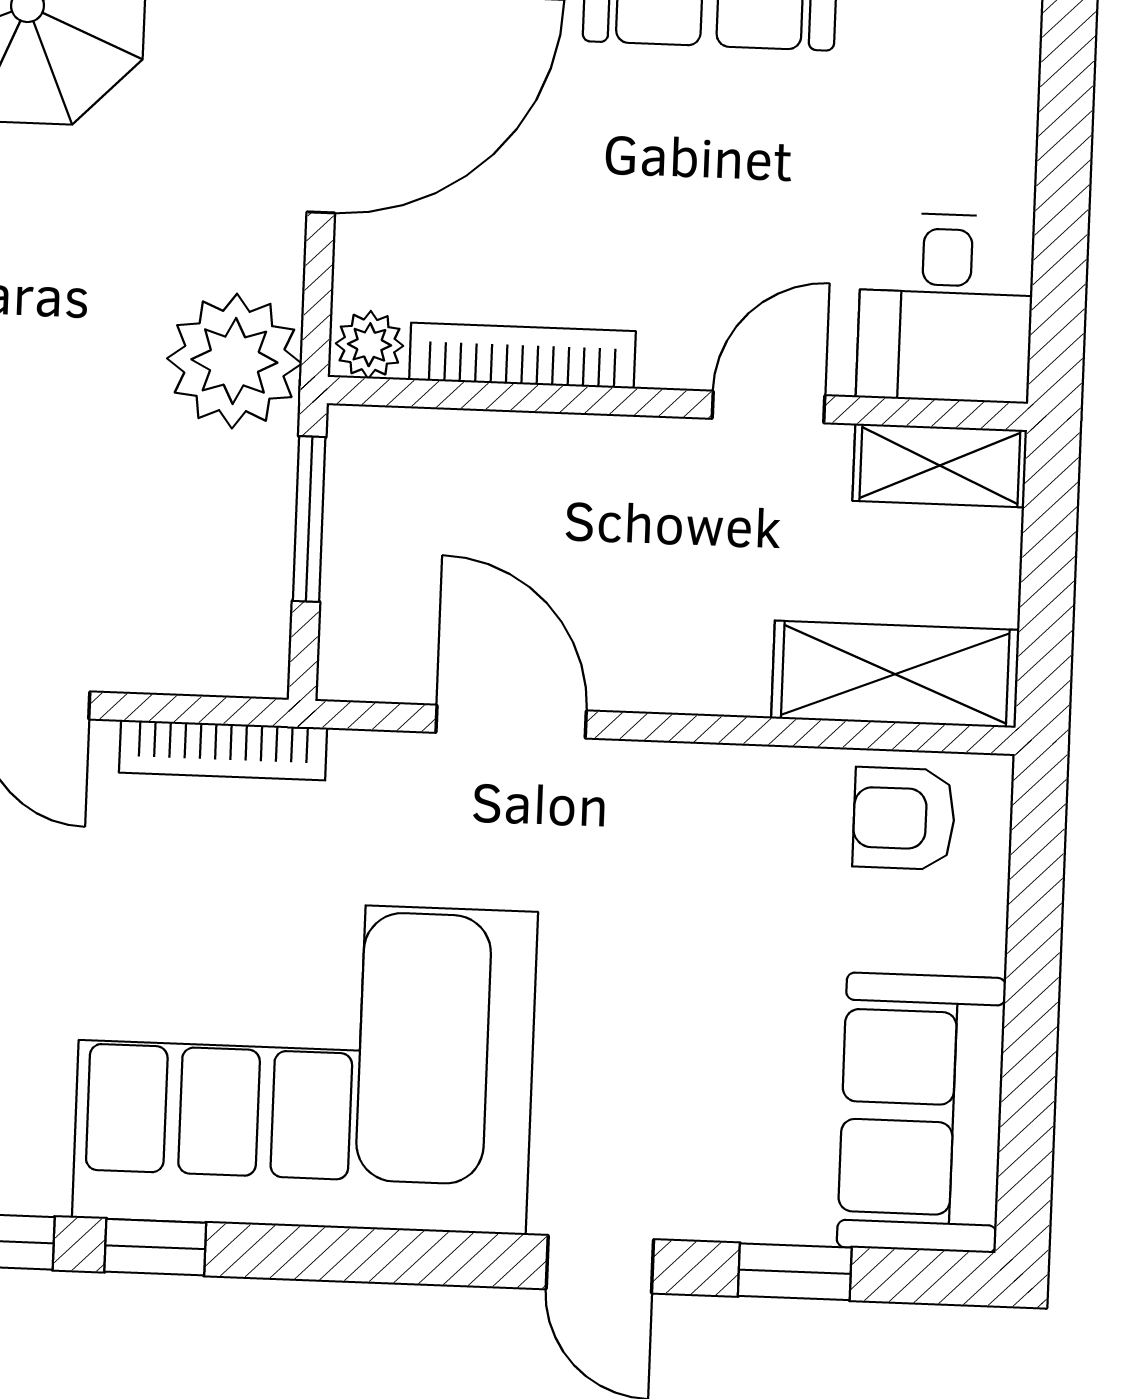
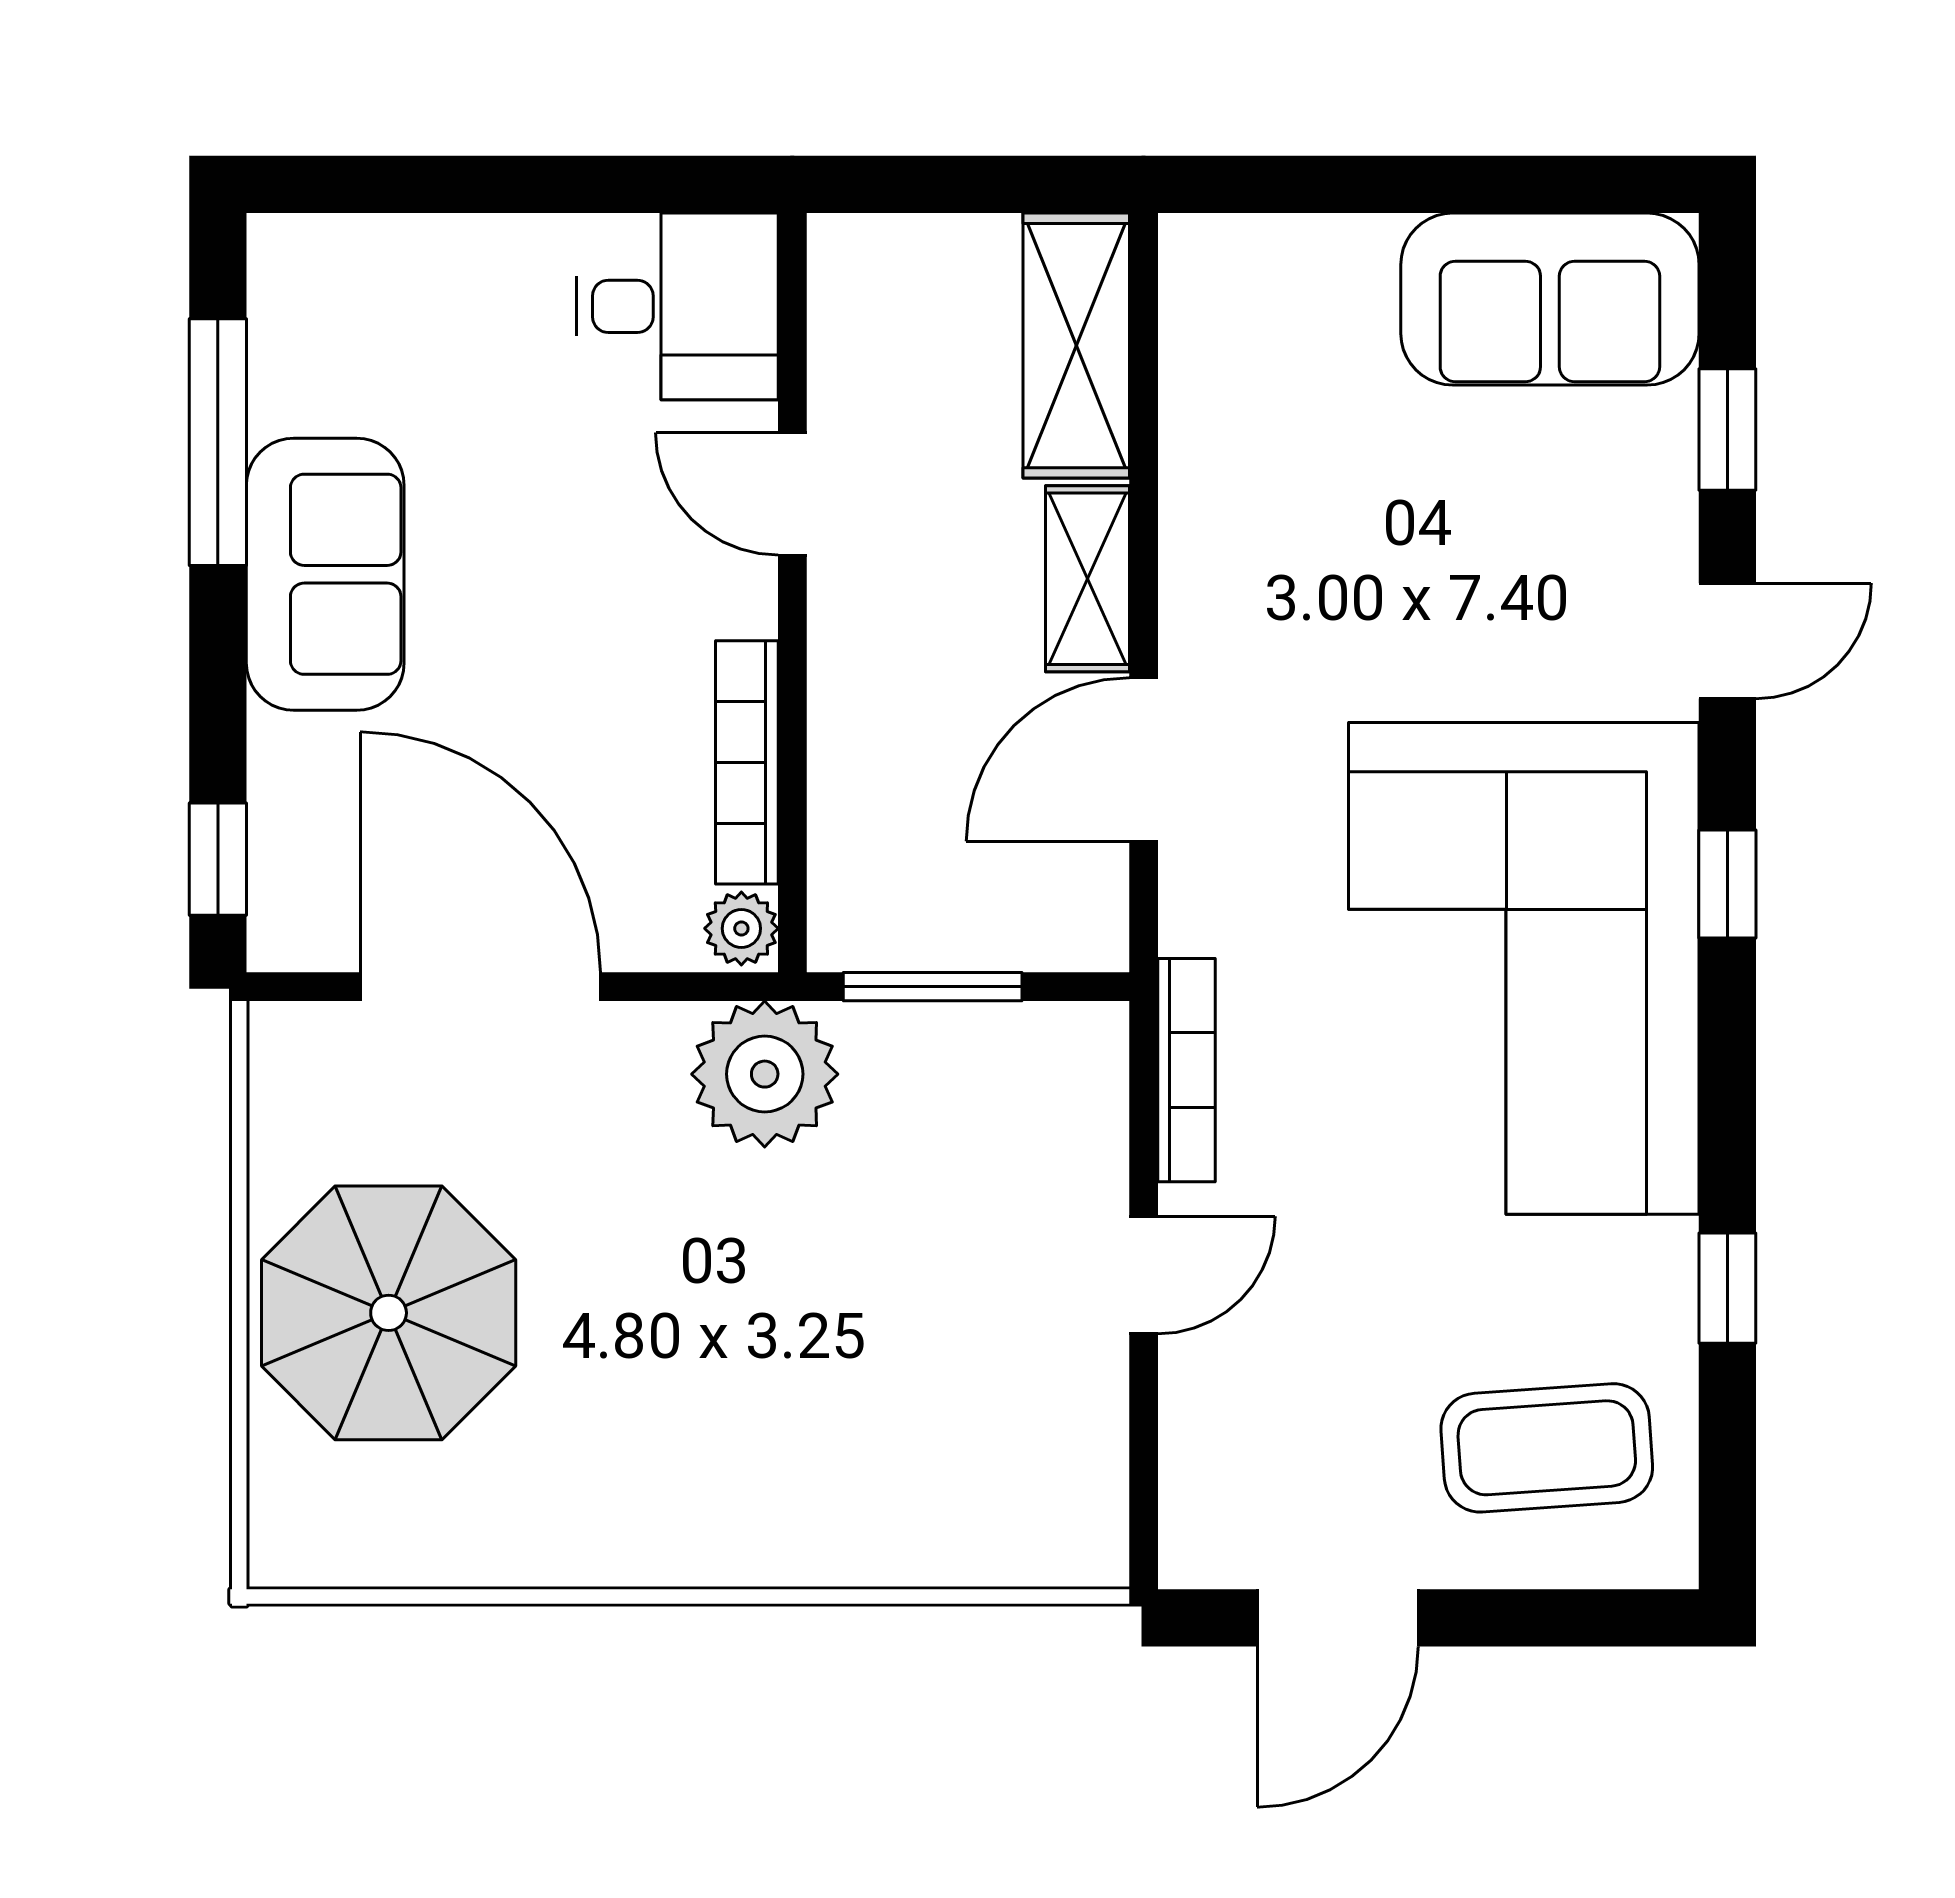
shelving: (940, 465) -> (1087, 579), moved
armchair: (904, 818) -> (1232, 330), removed
window: (155, 1247) -> (1727, 884), moved

